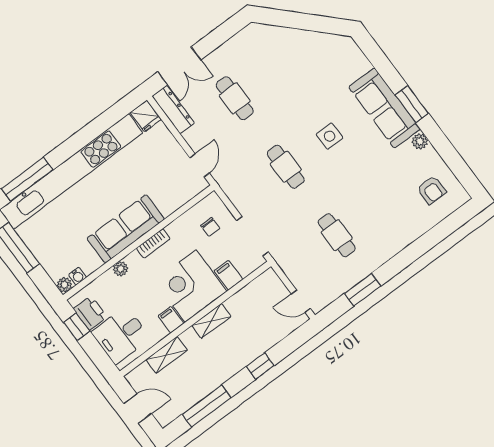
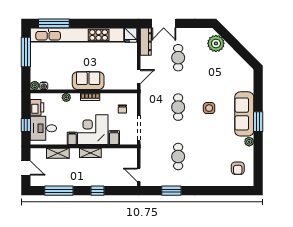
plant: (272, 39) -> (216, 43), added
sofa: (126, 229) -> (88, 81), width x0.73
window: (77, 327) -> (26, 125), moved

